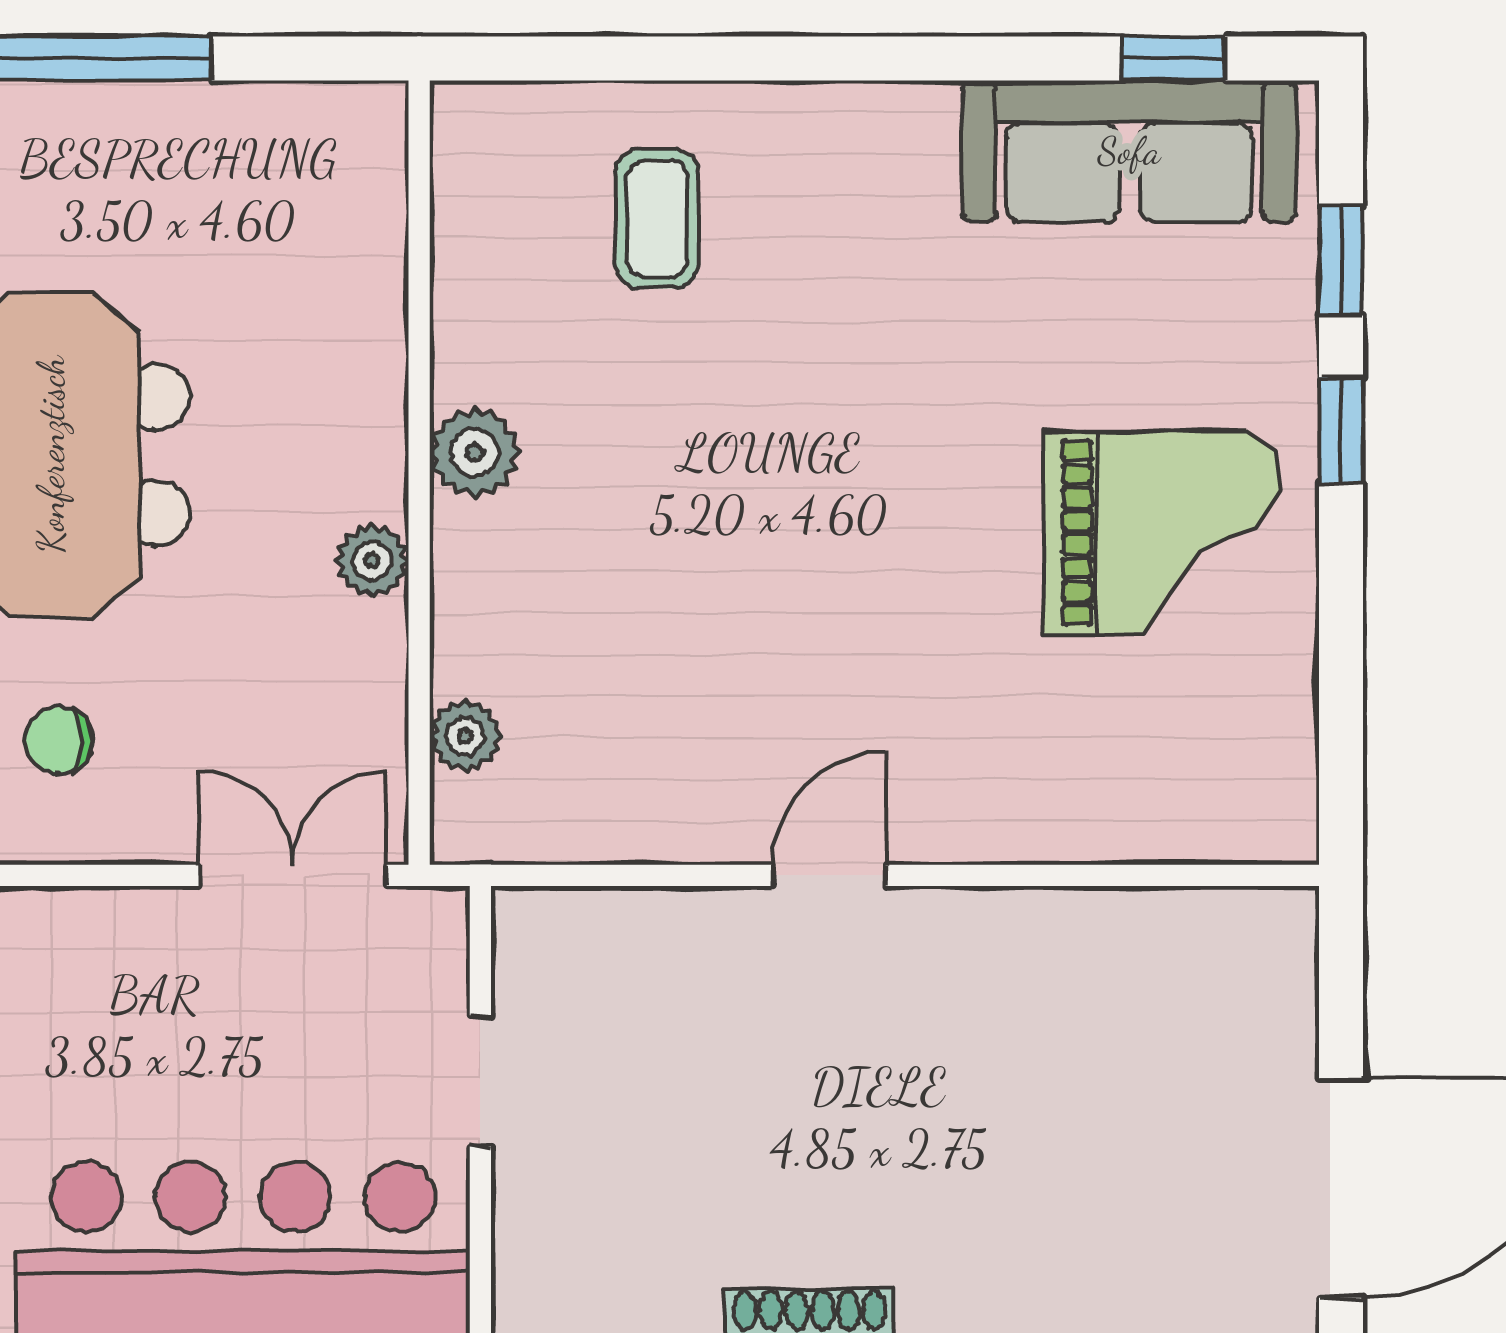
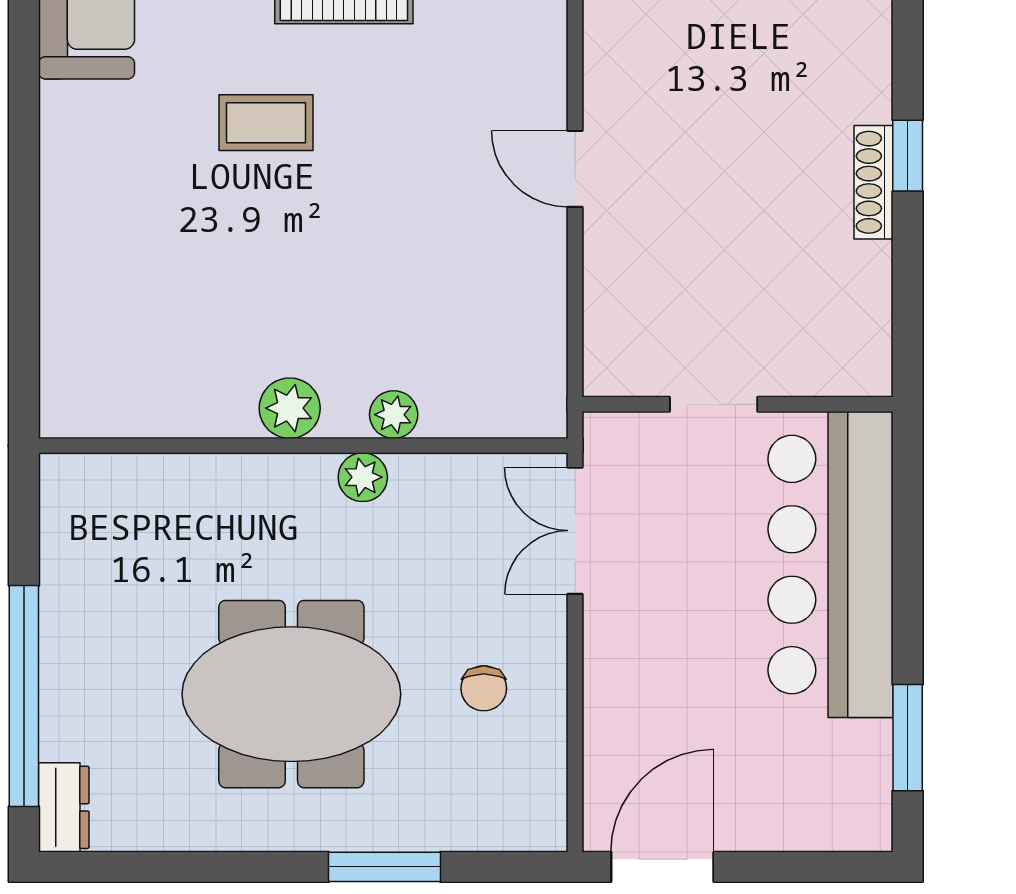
coffee table: (657, 219) -> (266, 123), moved
plant: (465, 736) -> (394, 415), moved

